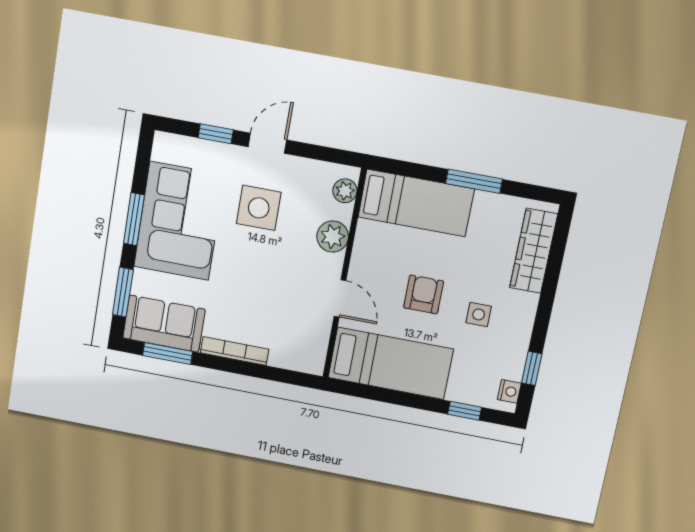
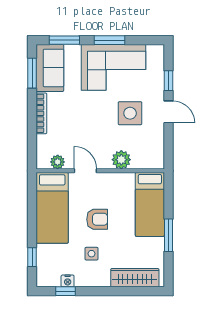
plant: (345, 191) -> (58, 162), moved
door: (340, 298) -> (85, 171), swing flipped
nightstand: (509, 391) -> (68, 281), moved

